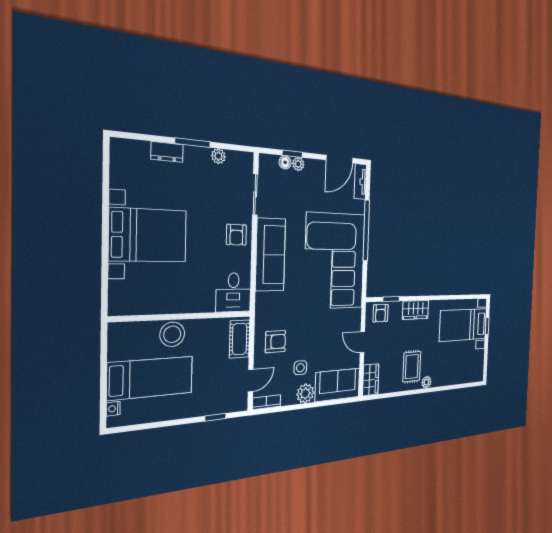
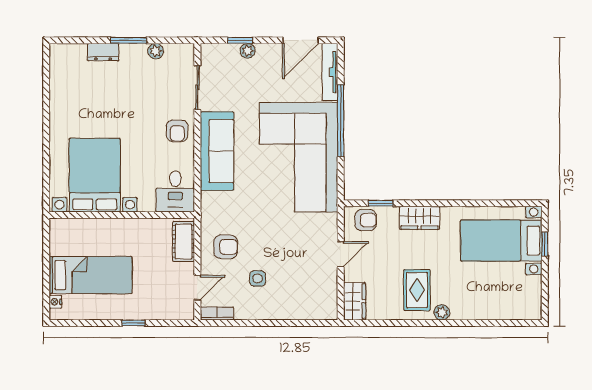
floor lamp: (285, 162) -> (231, 50), removed
tv unit: (360, 182) -> (330, 72), width x1.41
bed with nightstands: (148, 235) -> (95, 175), moved, turned -90
armchair: (381, 313) -> (366, 220), turned -90
stool: (172, 334) -> (111, 233), removed
door: (362, 342) -> (341, 254), swing flipped
sofa: (338, 385) -> (308, 303), removed
plant: (305, 393) -> (265, 309), removed
window: (215, 417) -> (133, 323), moved

